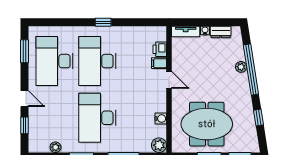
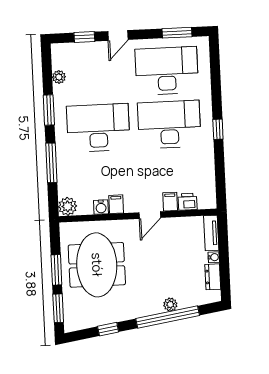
filing cabinet: (159, 106) -> (116, 204), added

